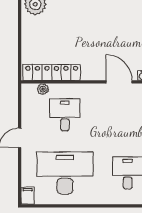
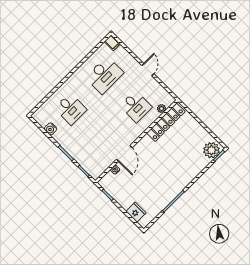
door: (119, 82) -> (124, 153), hinge flipped
desk: (65, 173) -> (104, 75), width x0.73, depth x0.77

